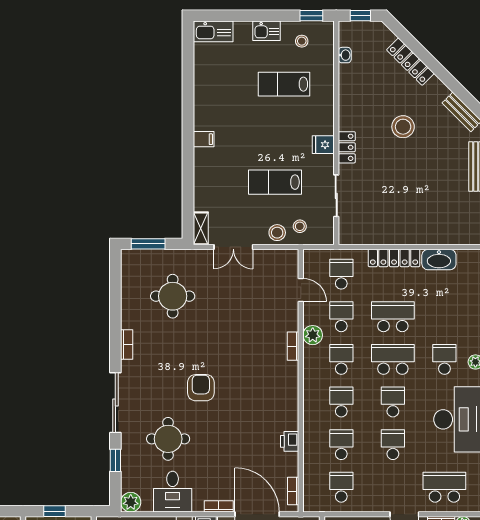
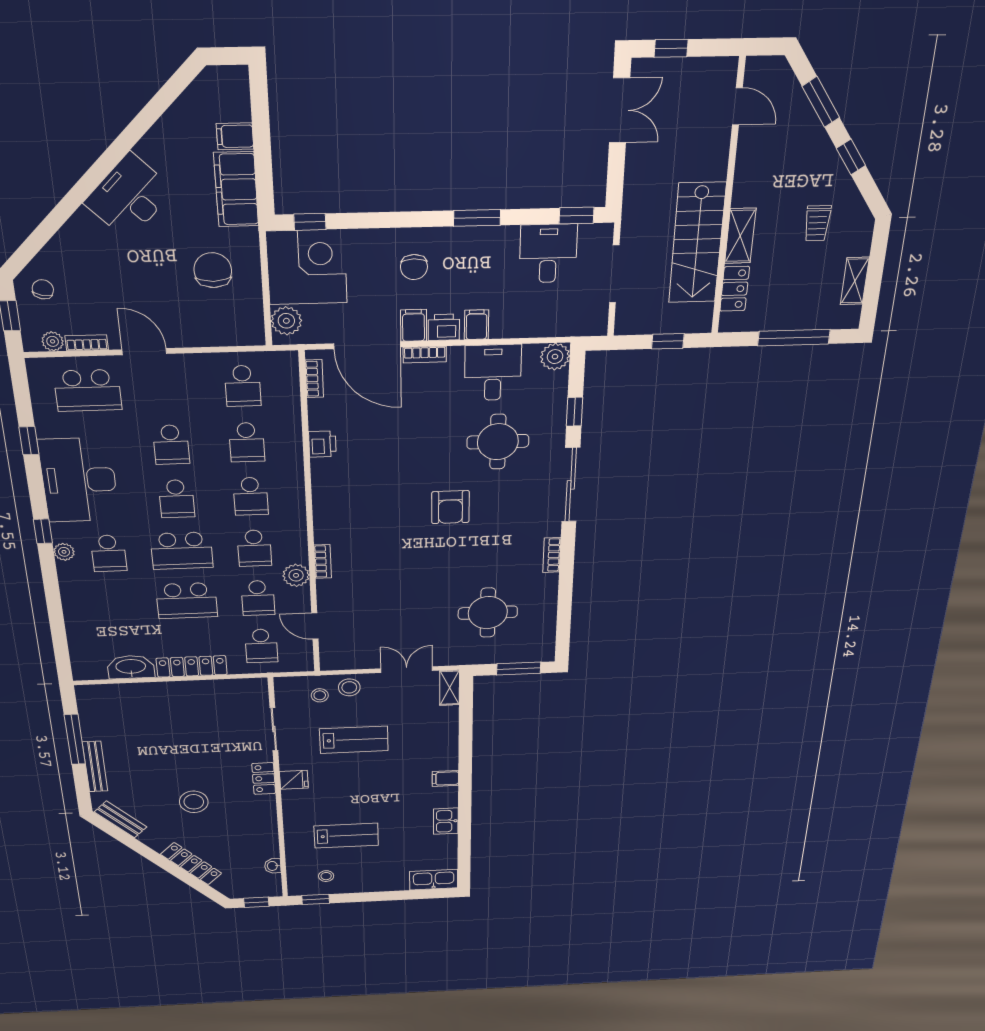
kitchen sink: (267, 31) -> (446, 821), moved, turned -90

